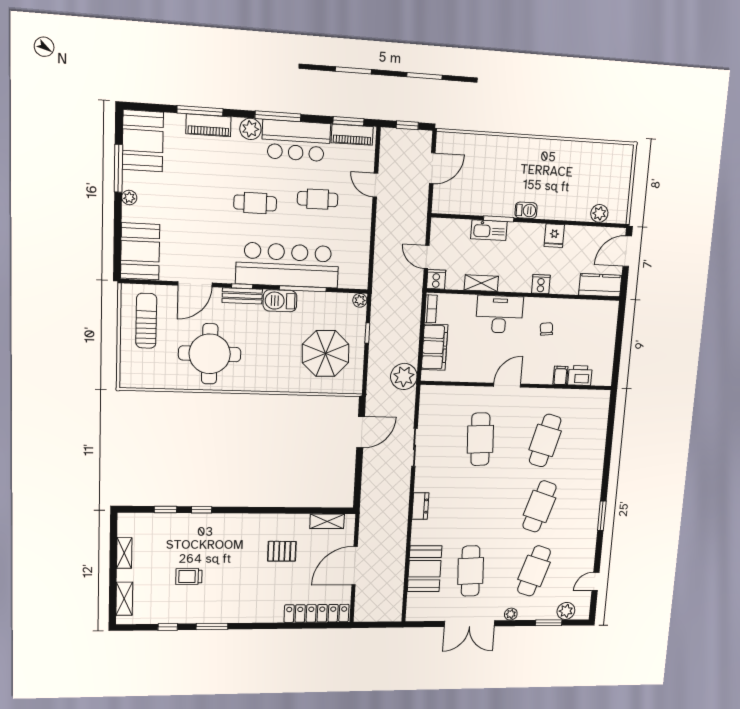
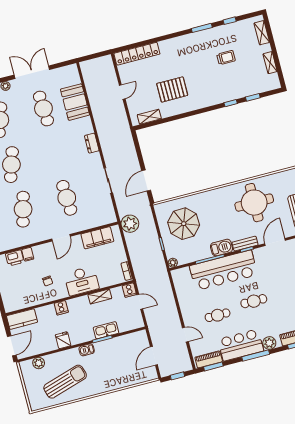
sun lounger: (572, 173) -> (65, 382), added
filing cabinet: (435, 347) -> (97, 238), moved, turned -90
pallet: (282, 551) -> (172, 89), width x1.50, depth x1.42
door: (355, 566) -> (122, 92), width x0.53

